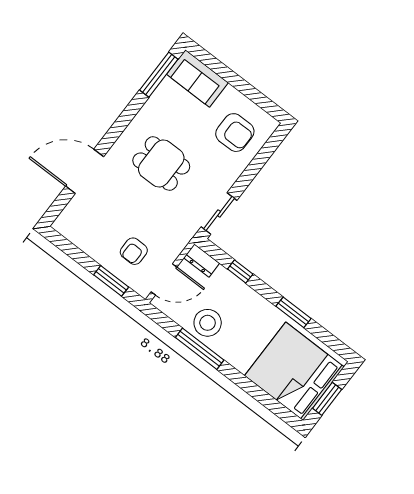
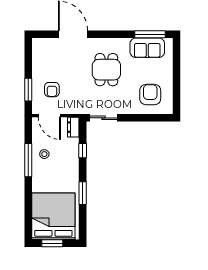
sofa: (197, 78) -> (147, 48), moved, turned -90
armchair: (235, 133) -> (150, 95), turned 180
armchair: (134, 251) -> (52, 90), turned -90
stool: (208, 323) -> (44, 154), width x0.53, depth x0.53

